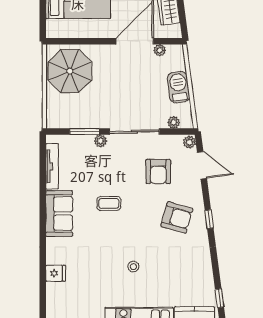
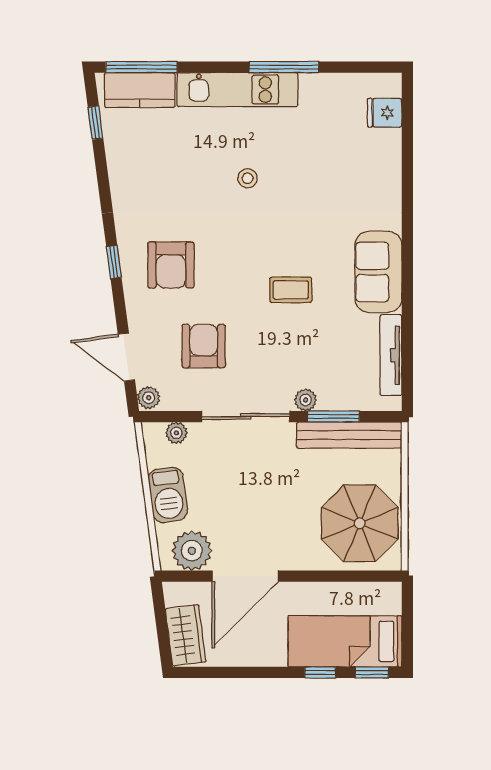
plant: (160, 50) -> (192, 551), width x1.88, depth x1.88
bench: (76, 121) -> (349, 435), added
armchair: (177, 217) -> (171, 265), turned -106
fridge: (56, 273) -> (385, 113), moved

